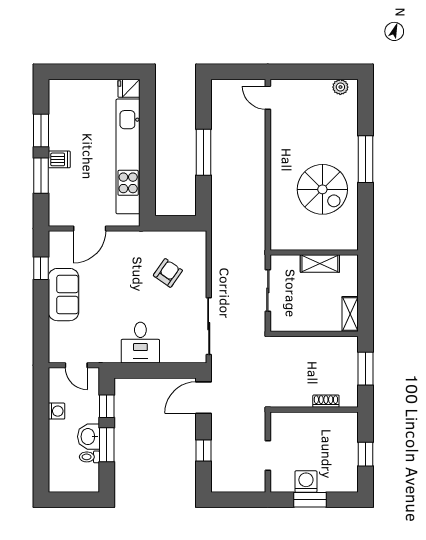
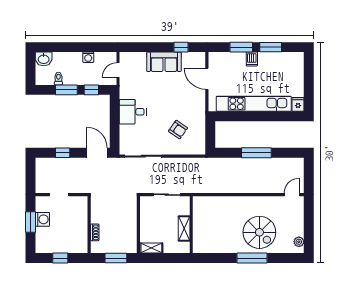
spiral stairs: (322, 189) -> (259, 232), moved, turned -90
washbasin: (89, 437) -> (44, 59), moved, turned 180

